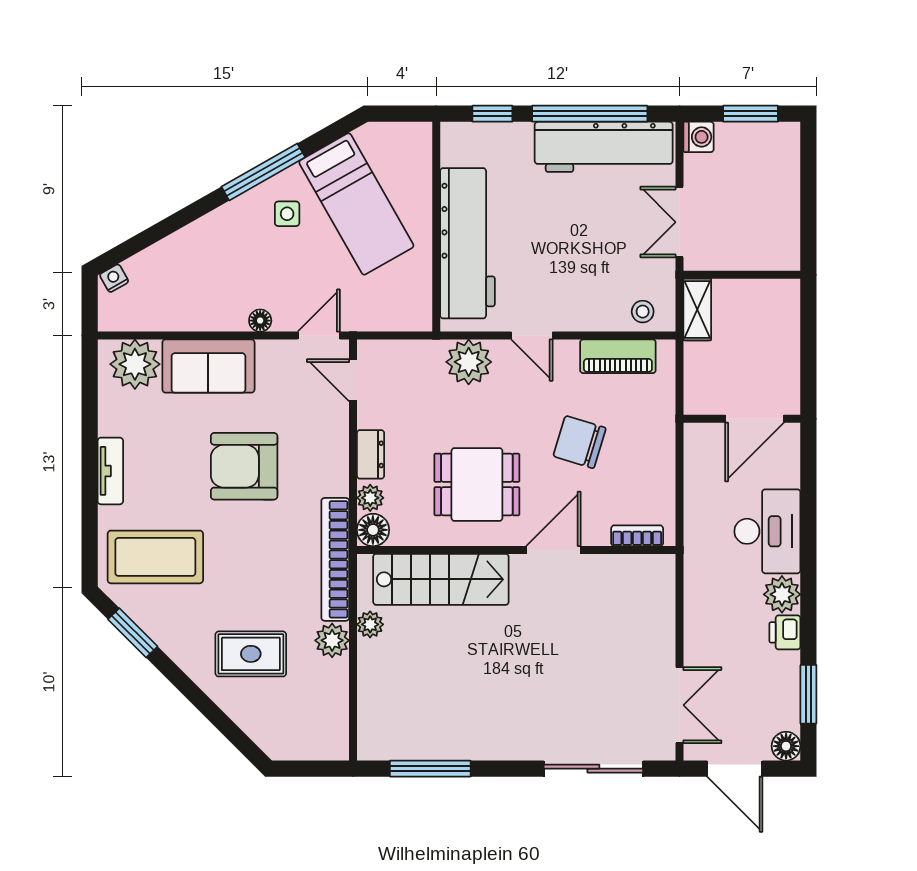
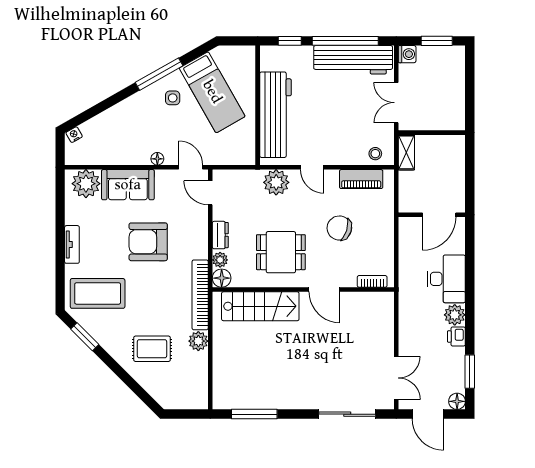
door: (319, 336) -> (191, 167), hinge flipped
door: (553, 550) -> (324, 289), swing flipped
plant: (370, 624) -> (220, 332), removed

